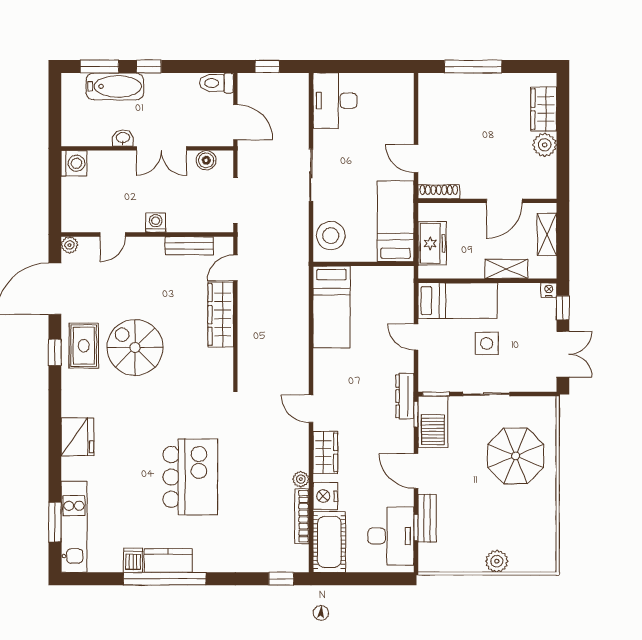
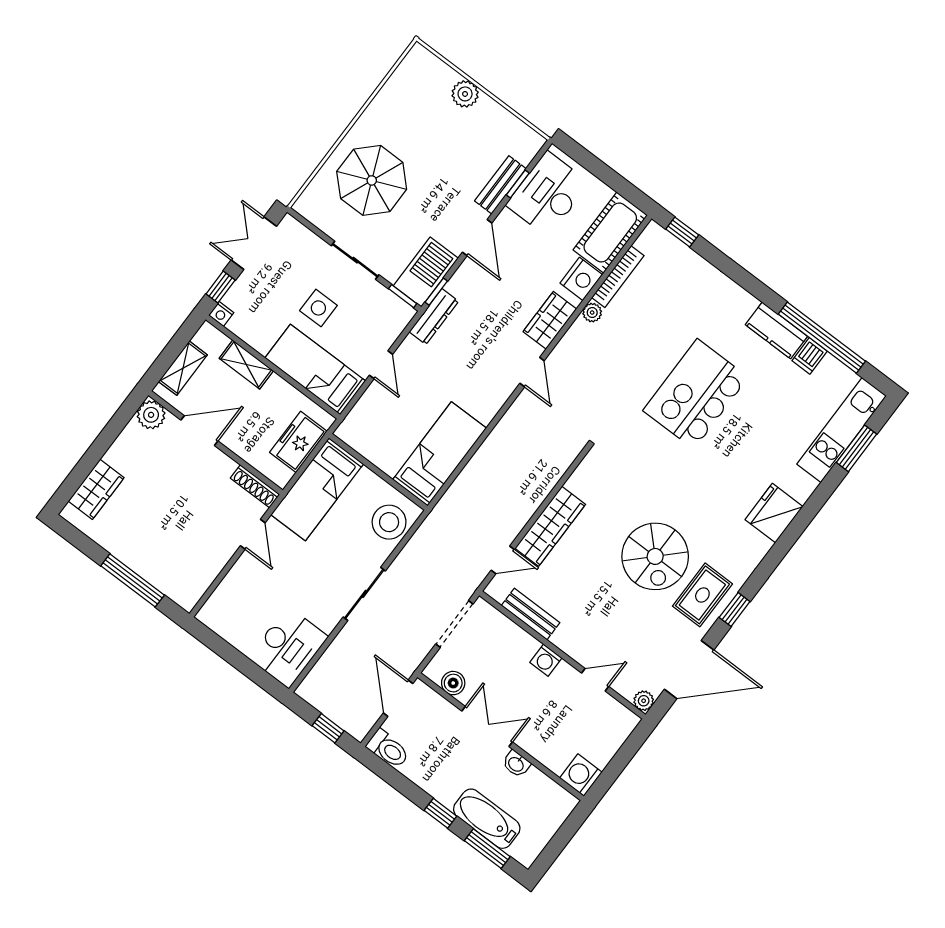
plant: (545, 145) -> (151, 415), moved
window: (165, 579) -> (822, 338), moved

